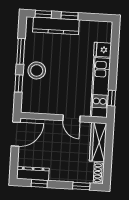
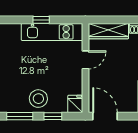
fridge: (103, 50) -> (75, 104), moved, turned 180
window: (112, 98) -> (41, 20), moved

